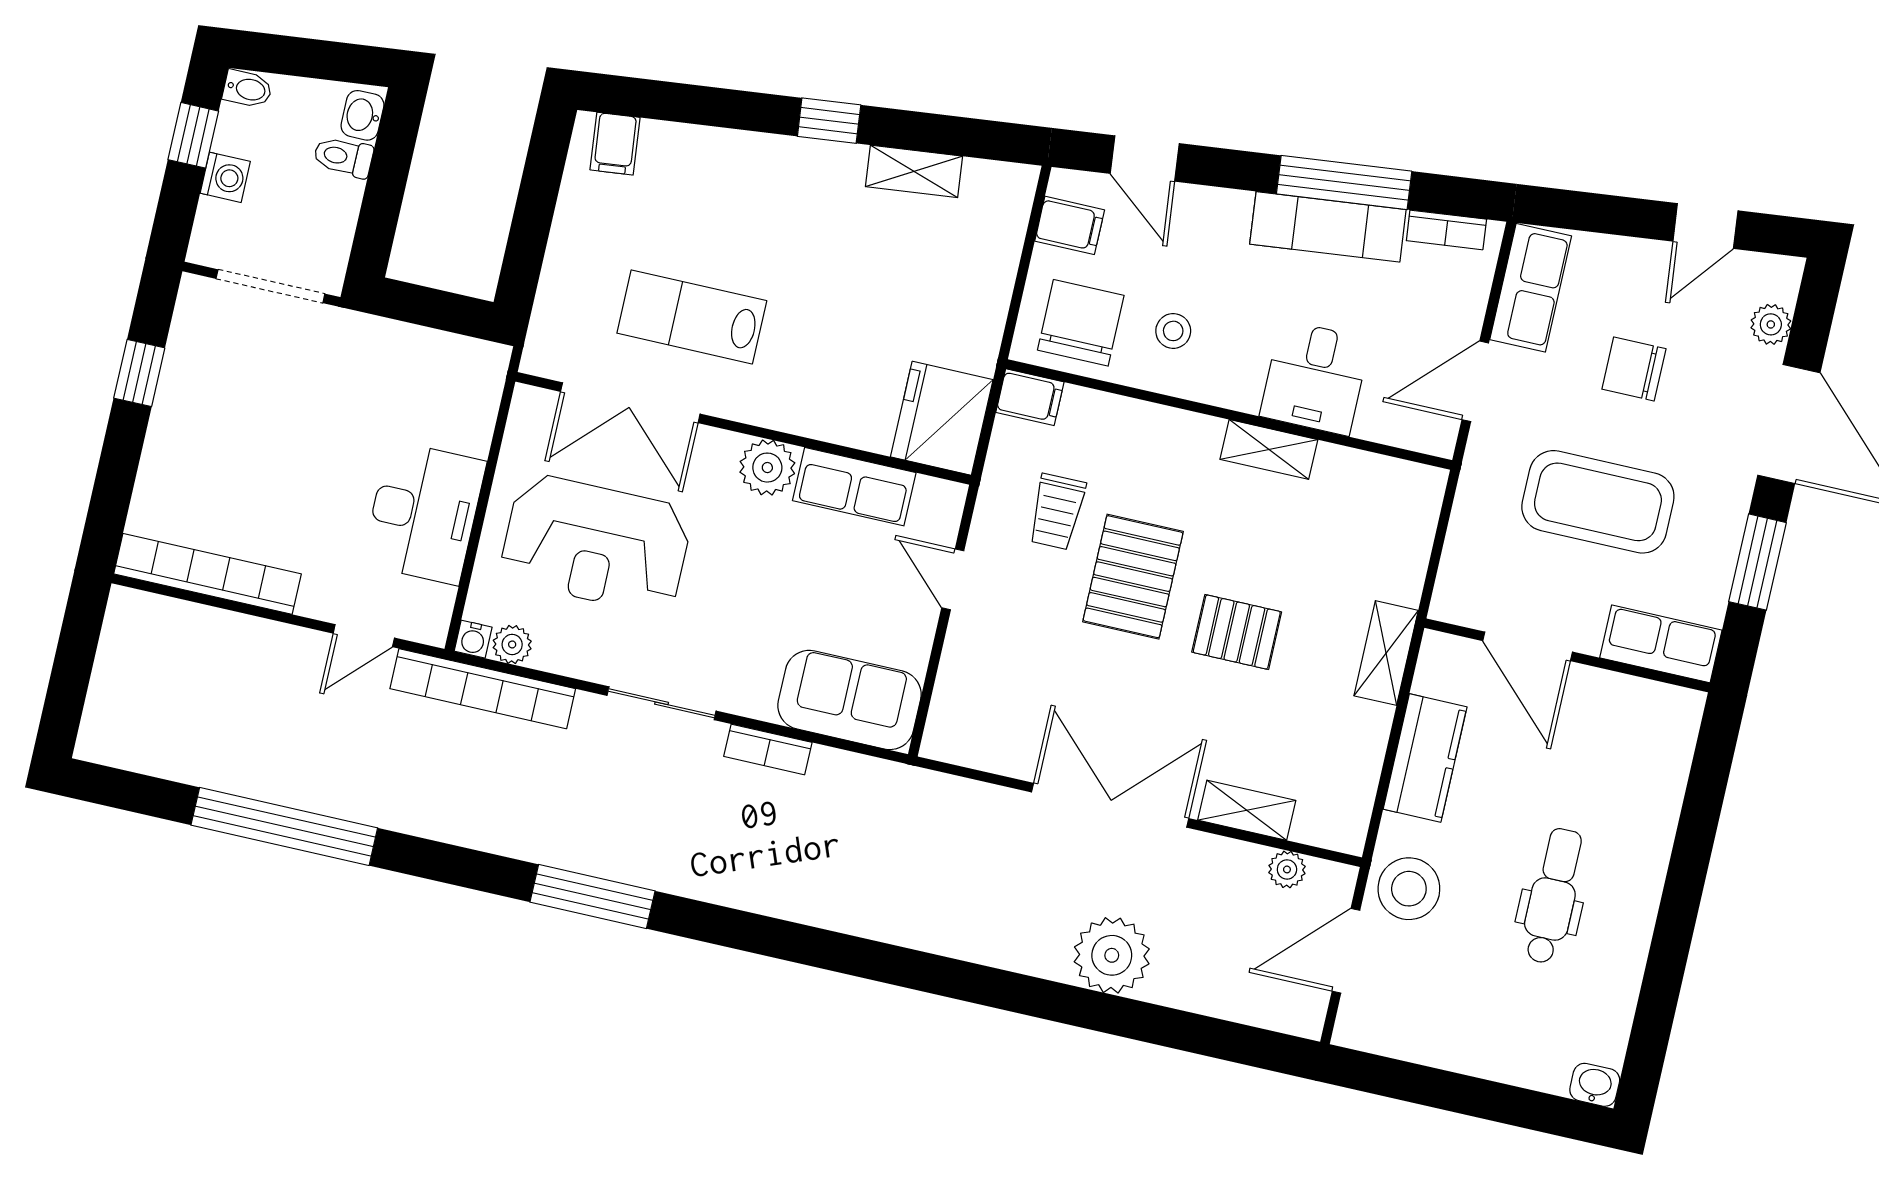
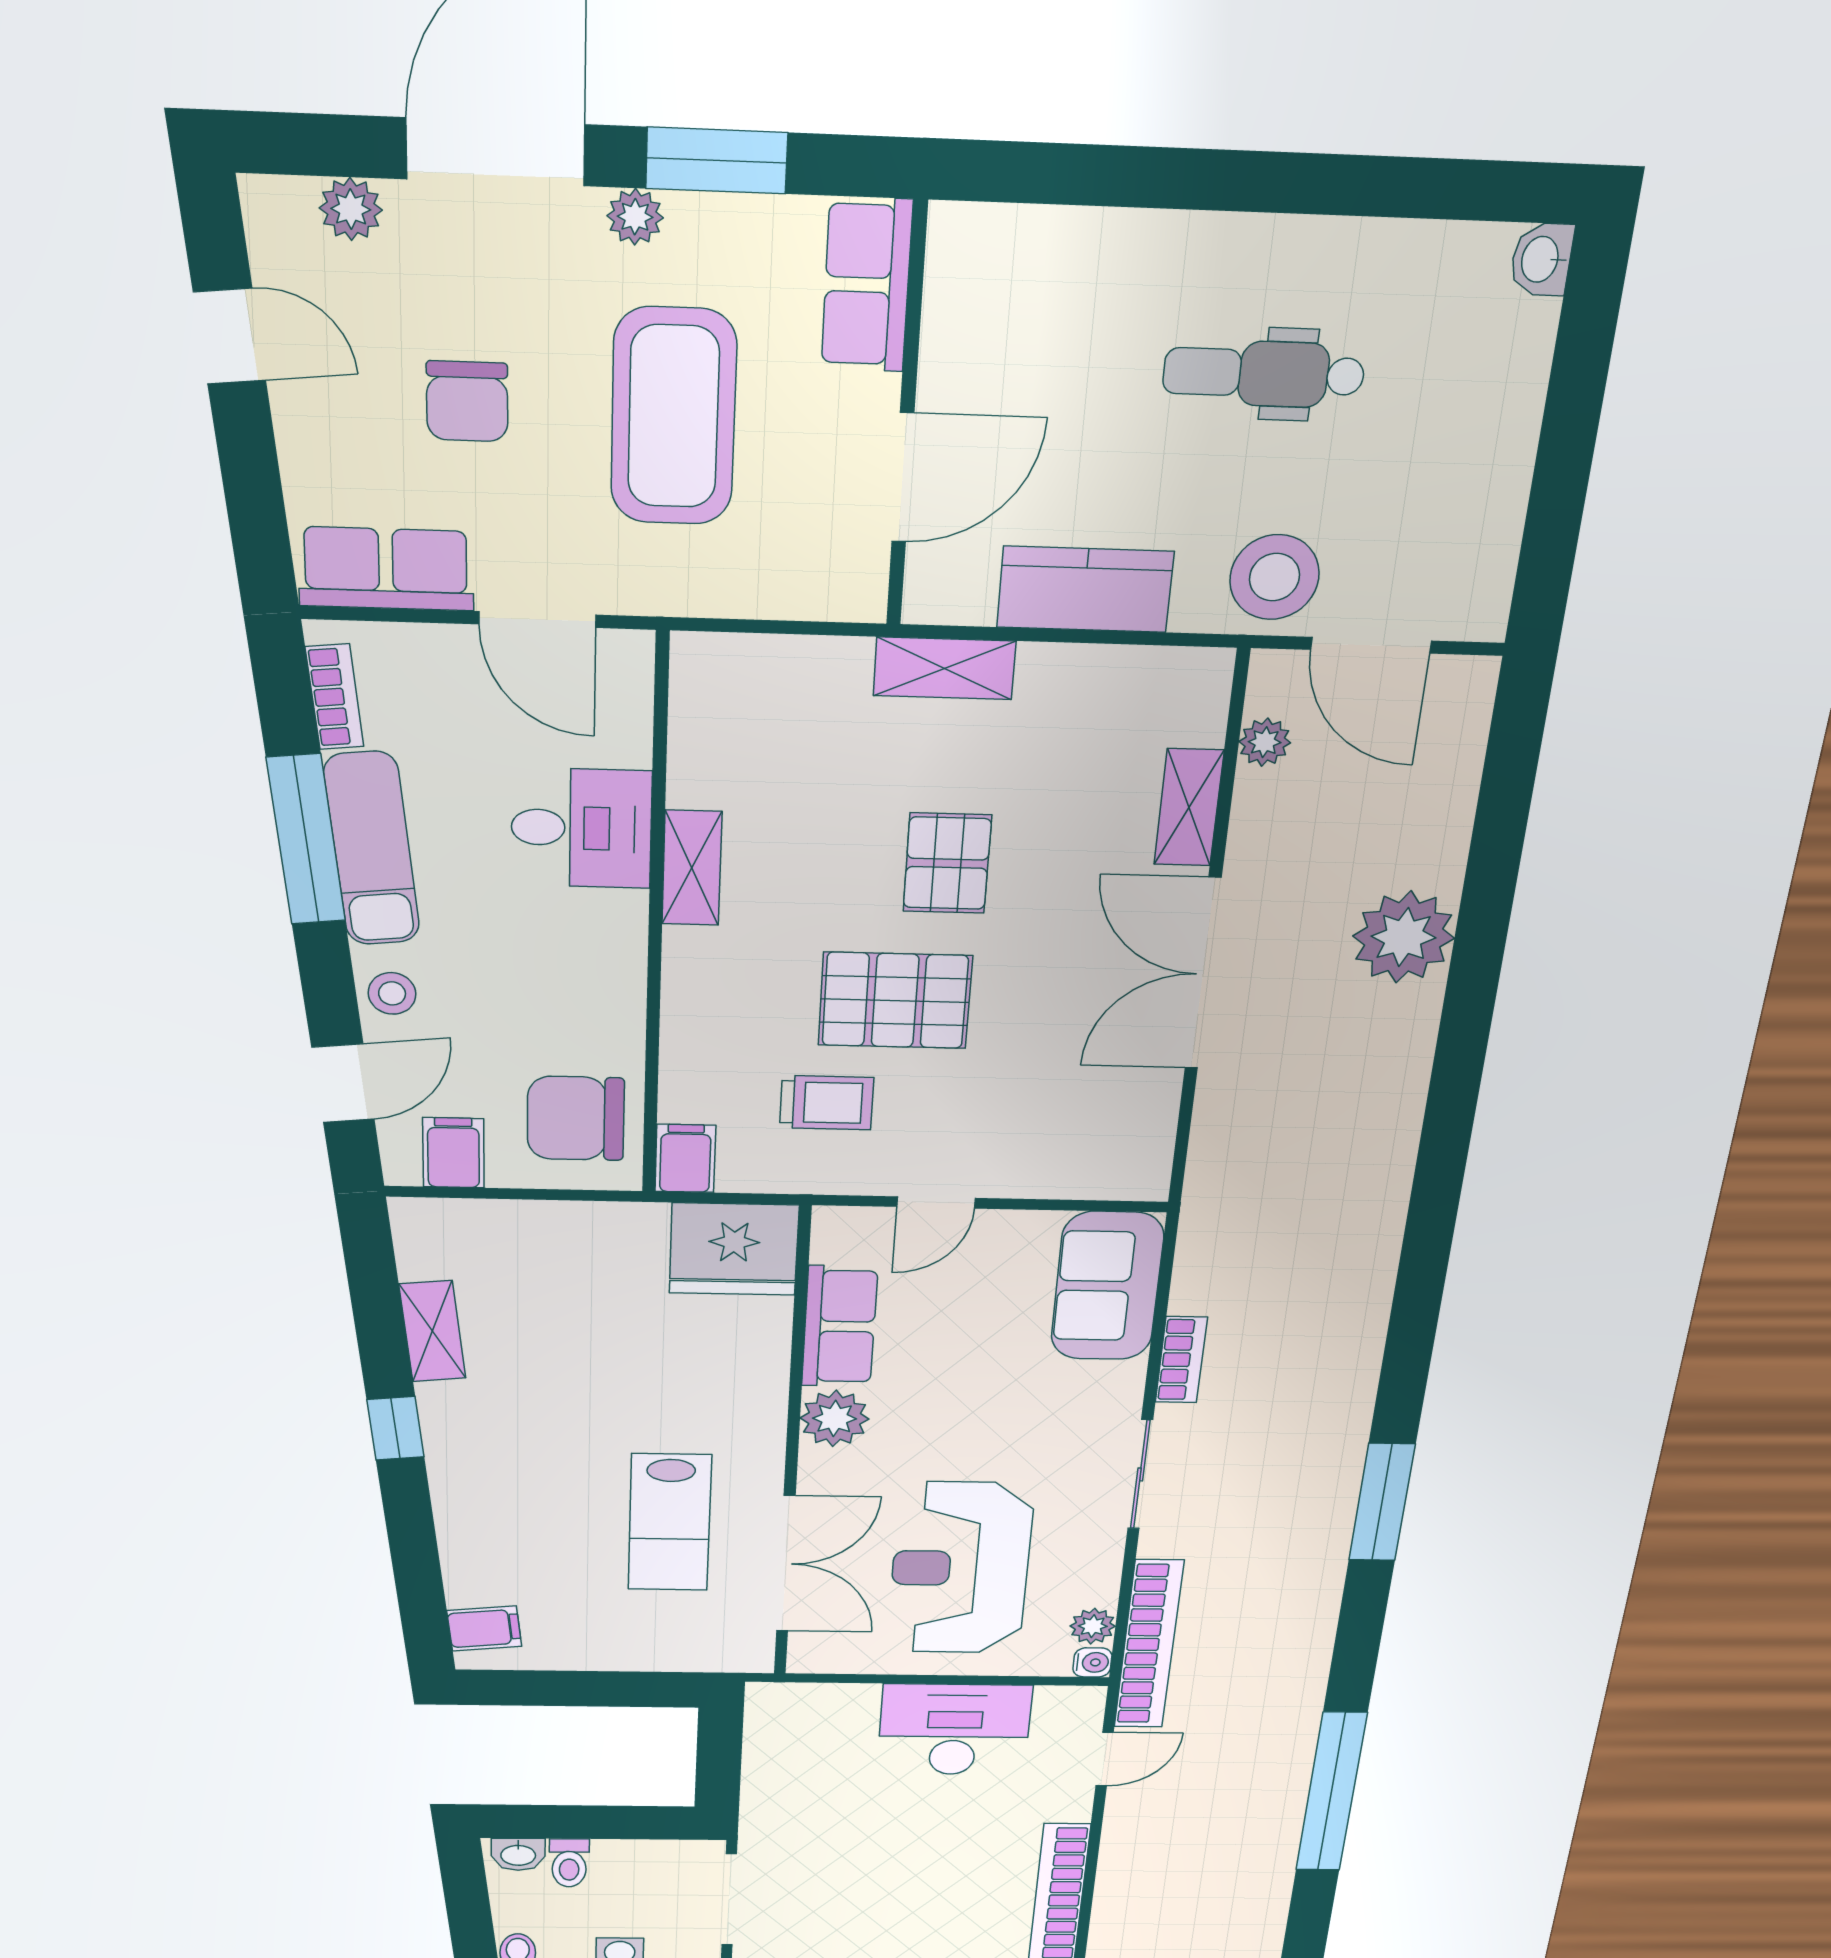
stool: (1173, 331) -> (392, 993), moved
plant: (1732, 503) -> (635, 217), added
reception desk: (596, 544) -> (960, 1568), turned 180
door: (364, 636) -> (1105, 1759), hinge flipped

